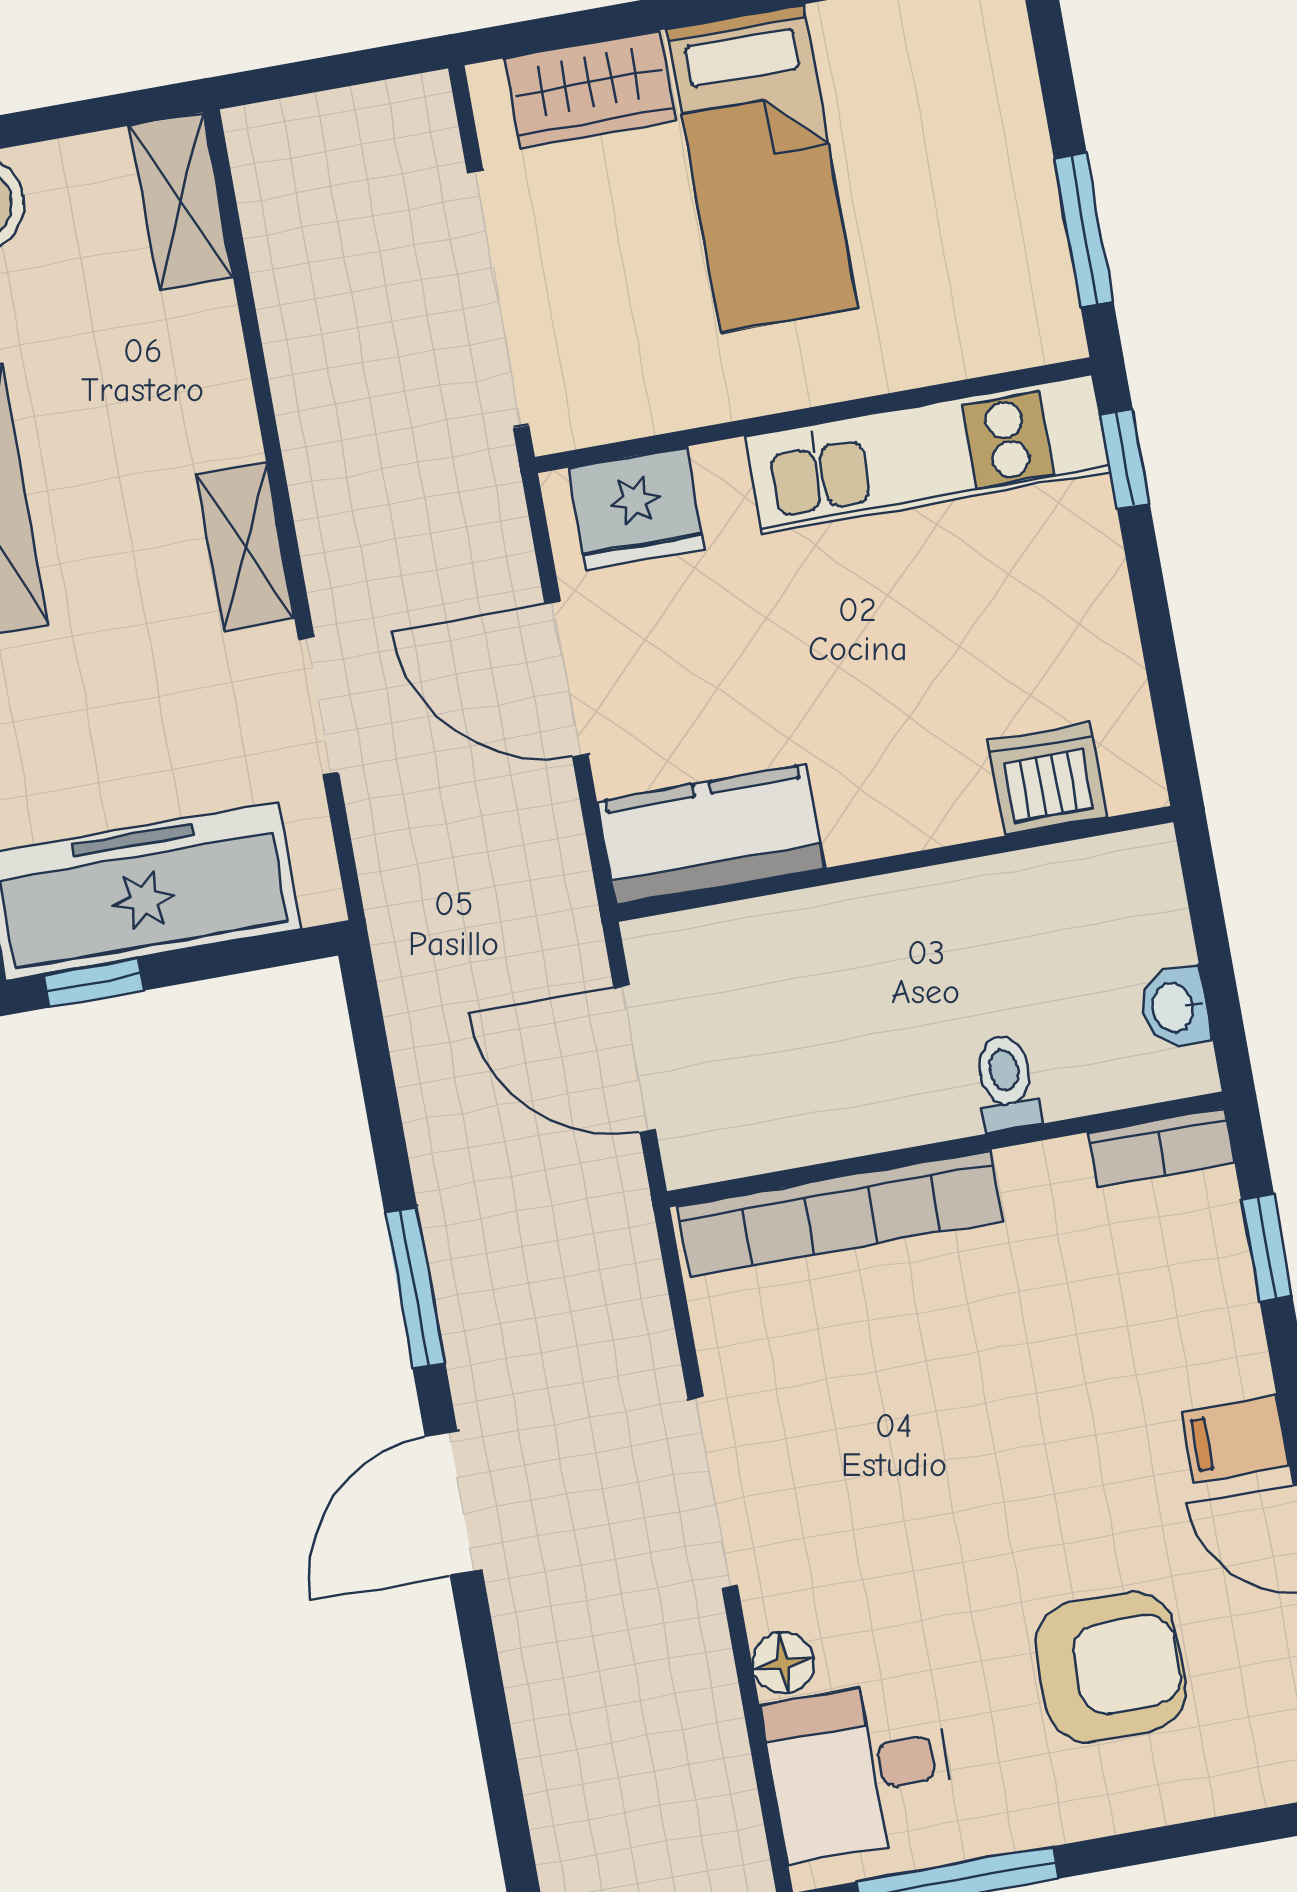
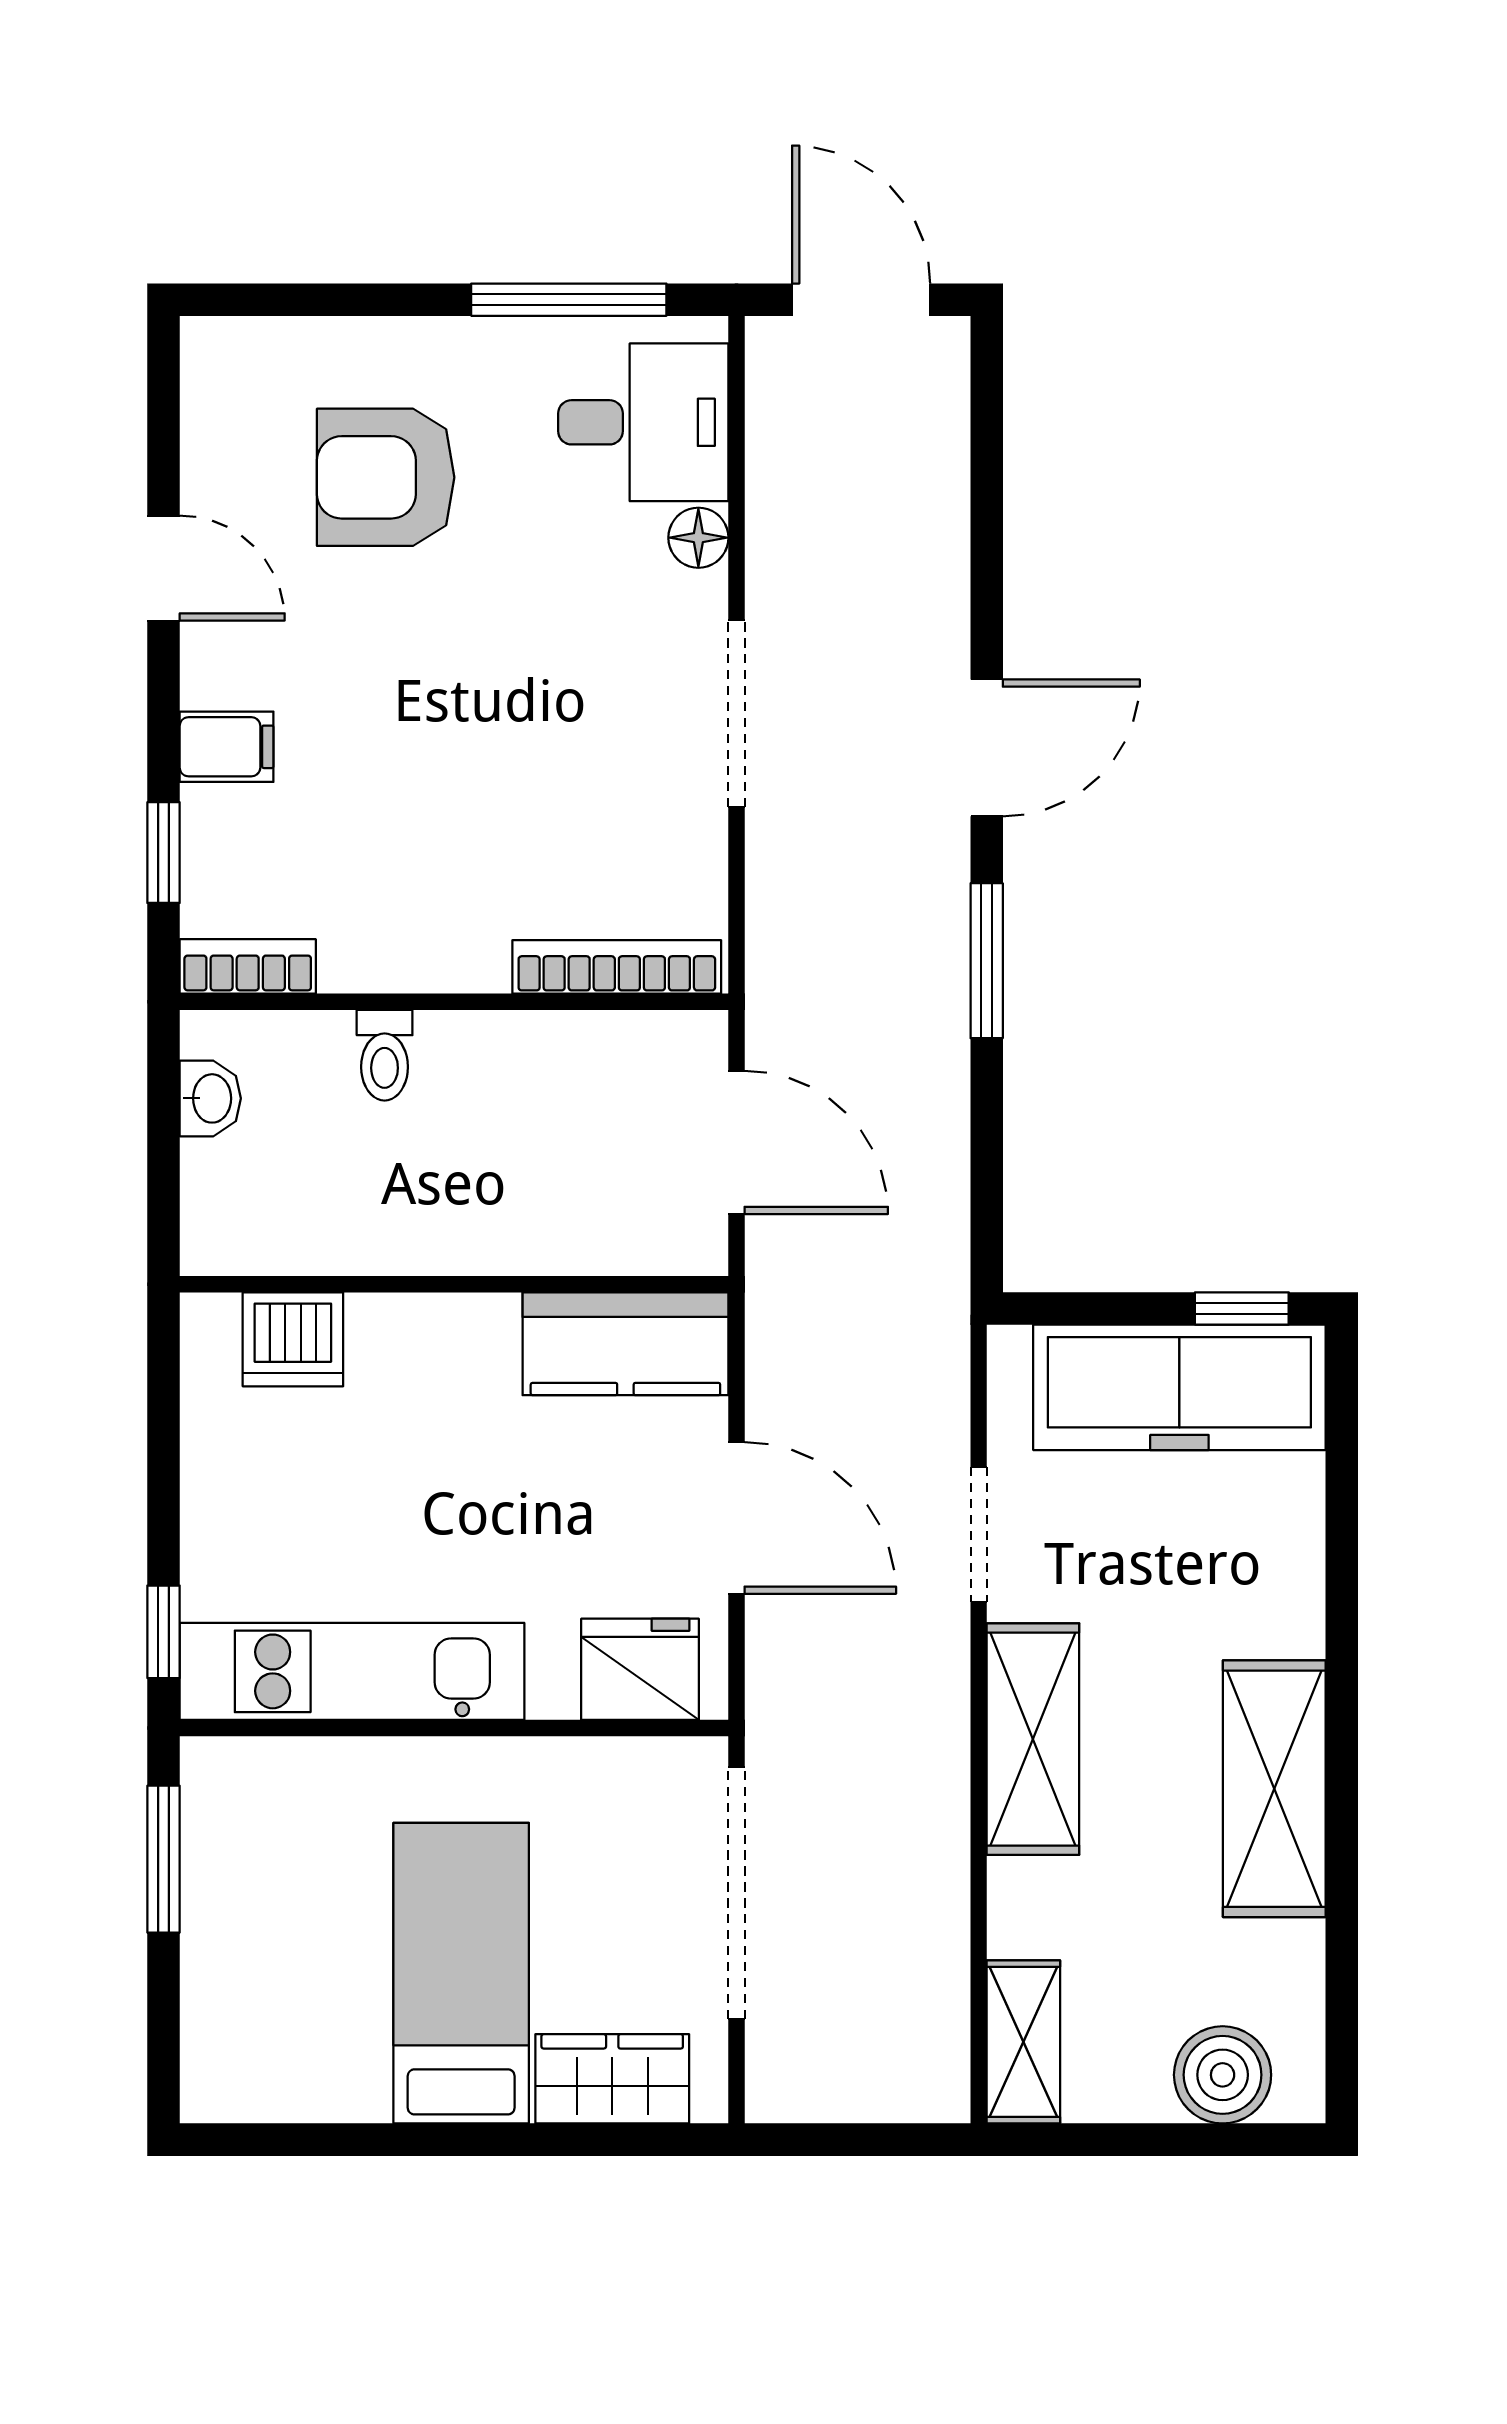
shelving: (245, 546) -> (1033, 1739), width x1.50, depth x1.33
bookcase: (840, 1214) -> (617, 967), width x0.68, depth x0.76
filing cabinet: (1235, 1439) -> (227, 747), moved

